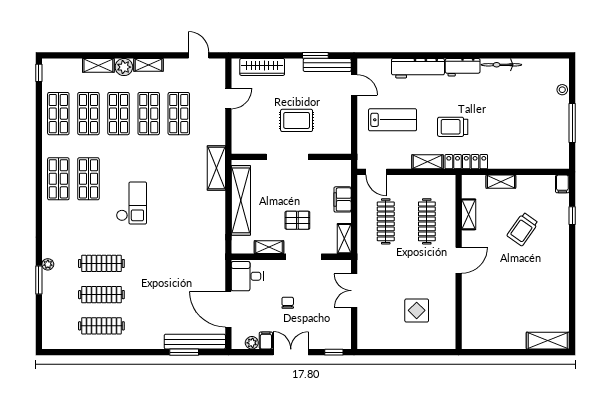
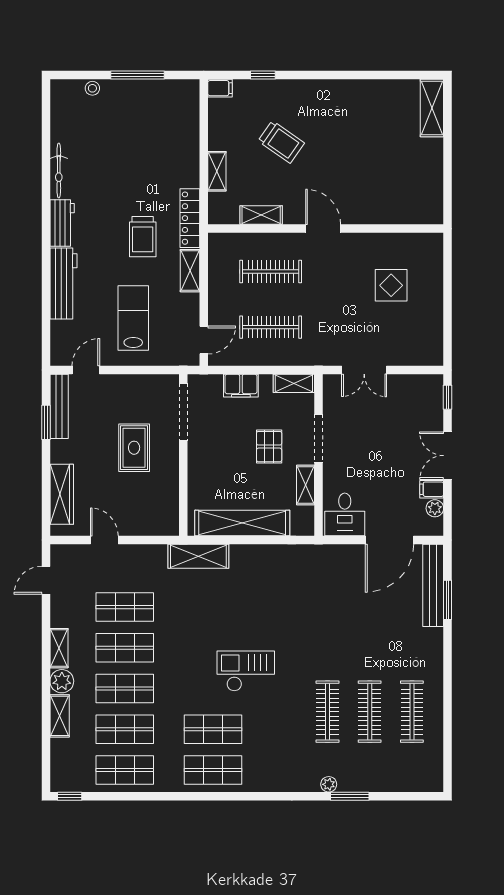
doorway: (287, 157) -> (183, 412), moved
chair: (288, 303) -> (381, 460), removed

